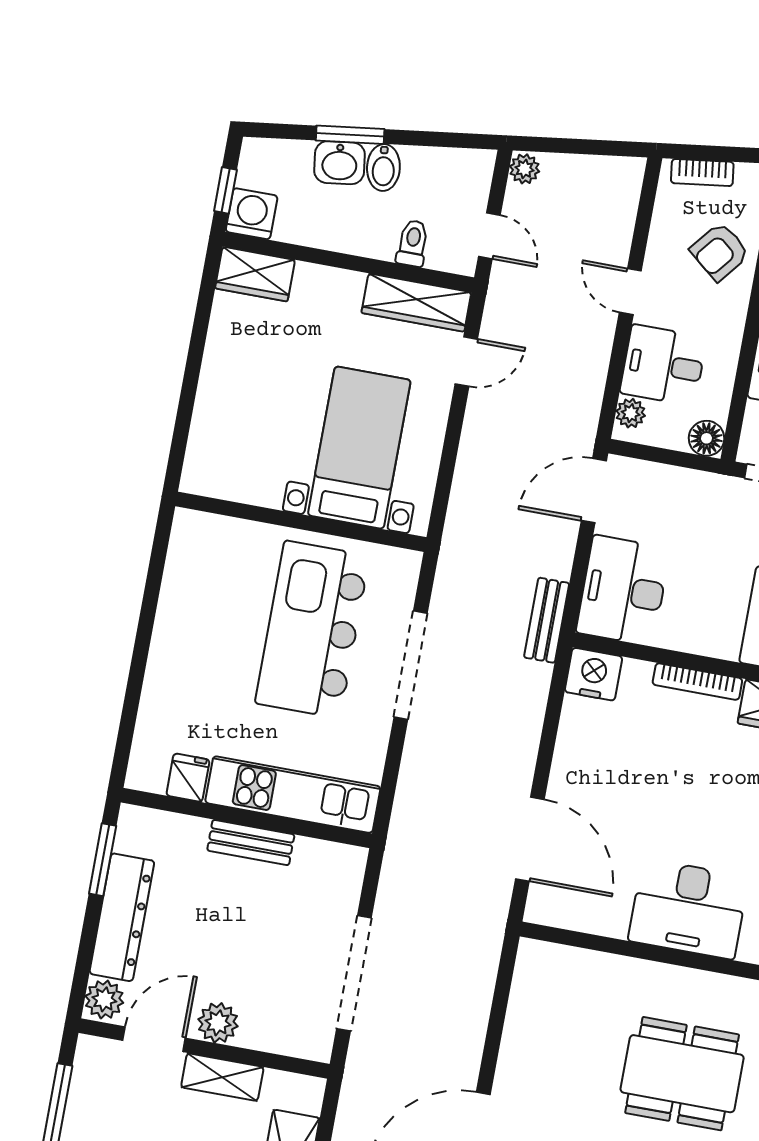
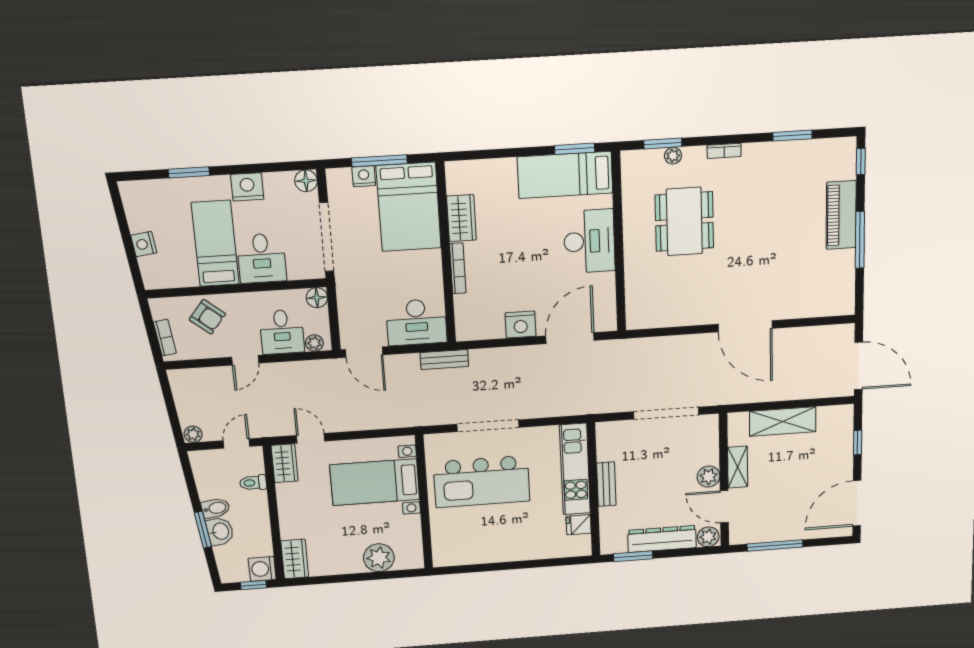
wardrobe: (416, 303) -> (285, 463), width x0.67
plant: (219, 418) -> (379, 558), added
nightstand: (593, 674) -> (521, 325), moved, turned -90

